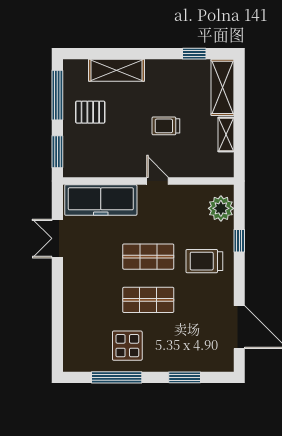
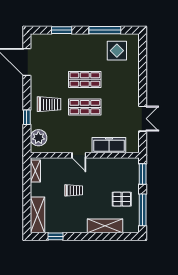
shelving: (226, 134) -> (35, 171), moved
freezer: (101, 200) -> (109, 145), width x0.73, depth x0.79
display table: (127, 346) -> (117, 51), moved

